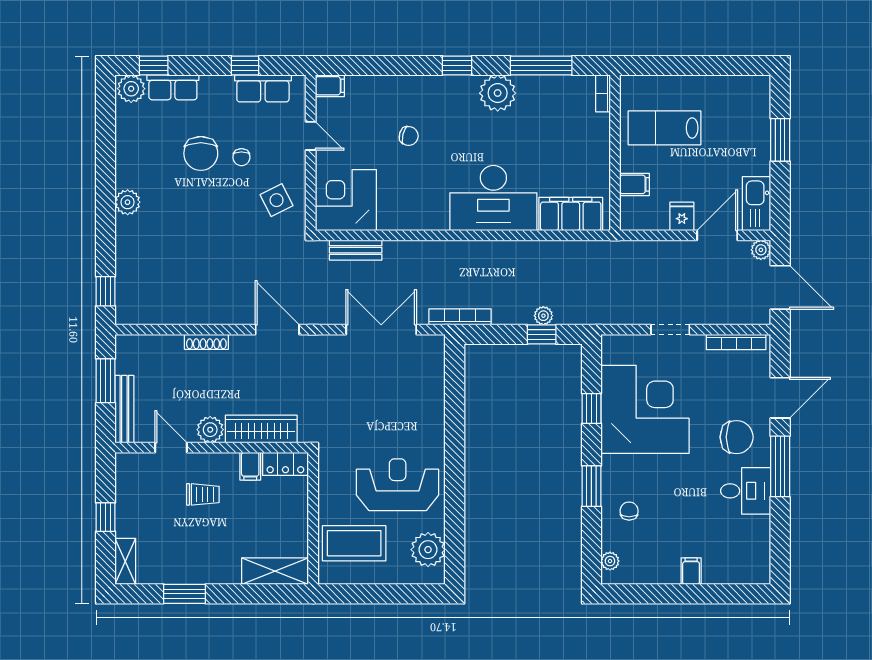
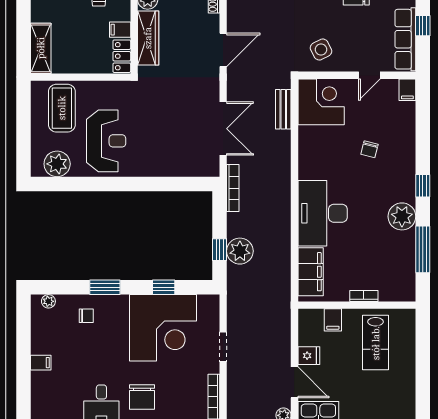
row of seats: (263, 88) -> (405, 39), width x1.48
bookcase: (603, 93) -> (364, 296), moved
lab bench: (665, 128) -> (376, 343), turned 180
chair: (241, 157) -> (353, 23), removed
plant: (543, 316) -> (240, 251), width x1.87, depth x1.87

